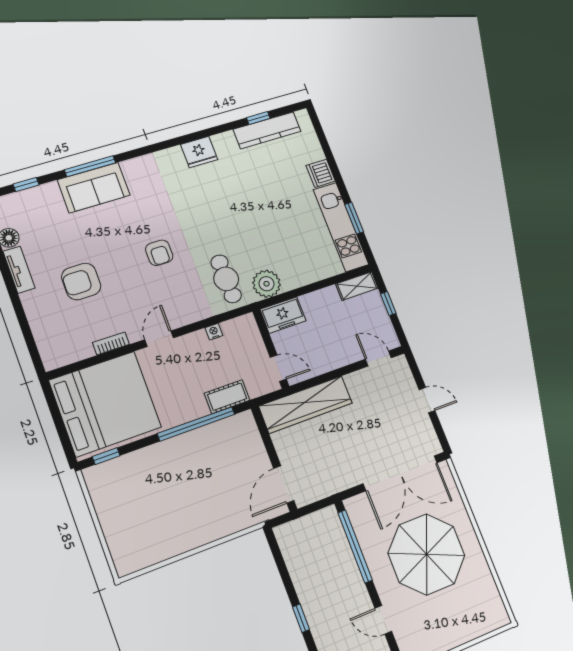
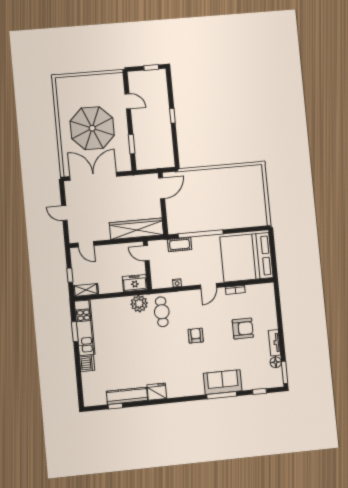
kitchen counter: (267, 130) -> (127, 396), moved
window: (106, 456) -> (253, 229), removed
window: (355, 546) -> (132, 144), width x0.47

